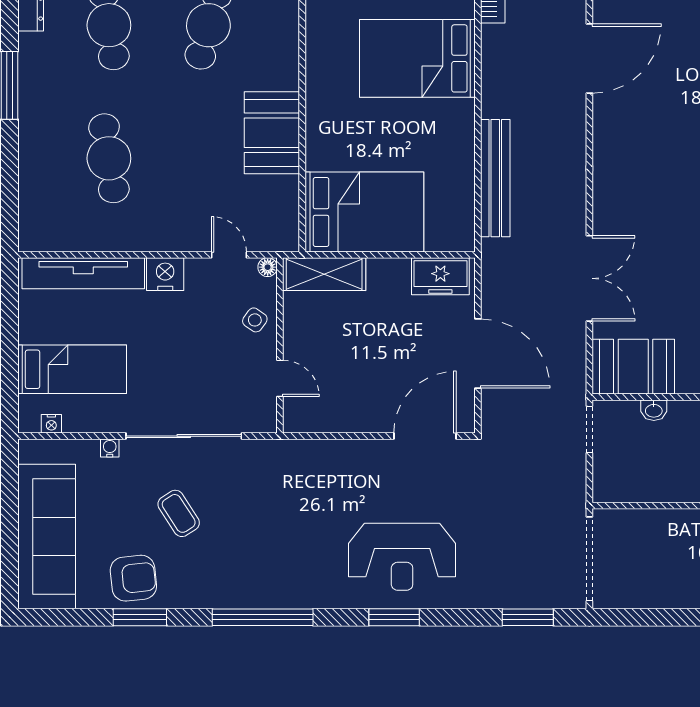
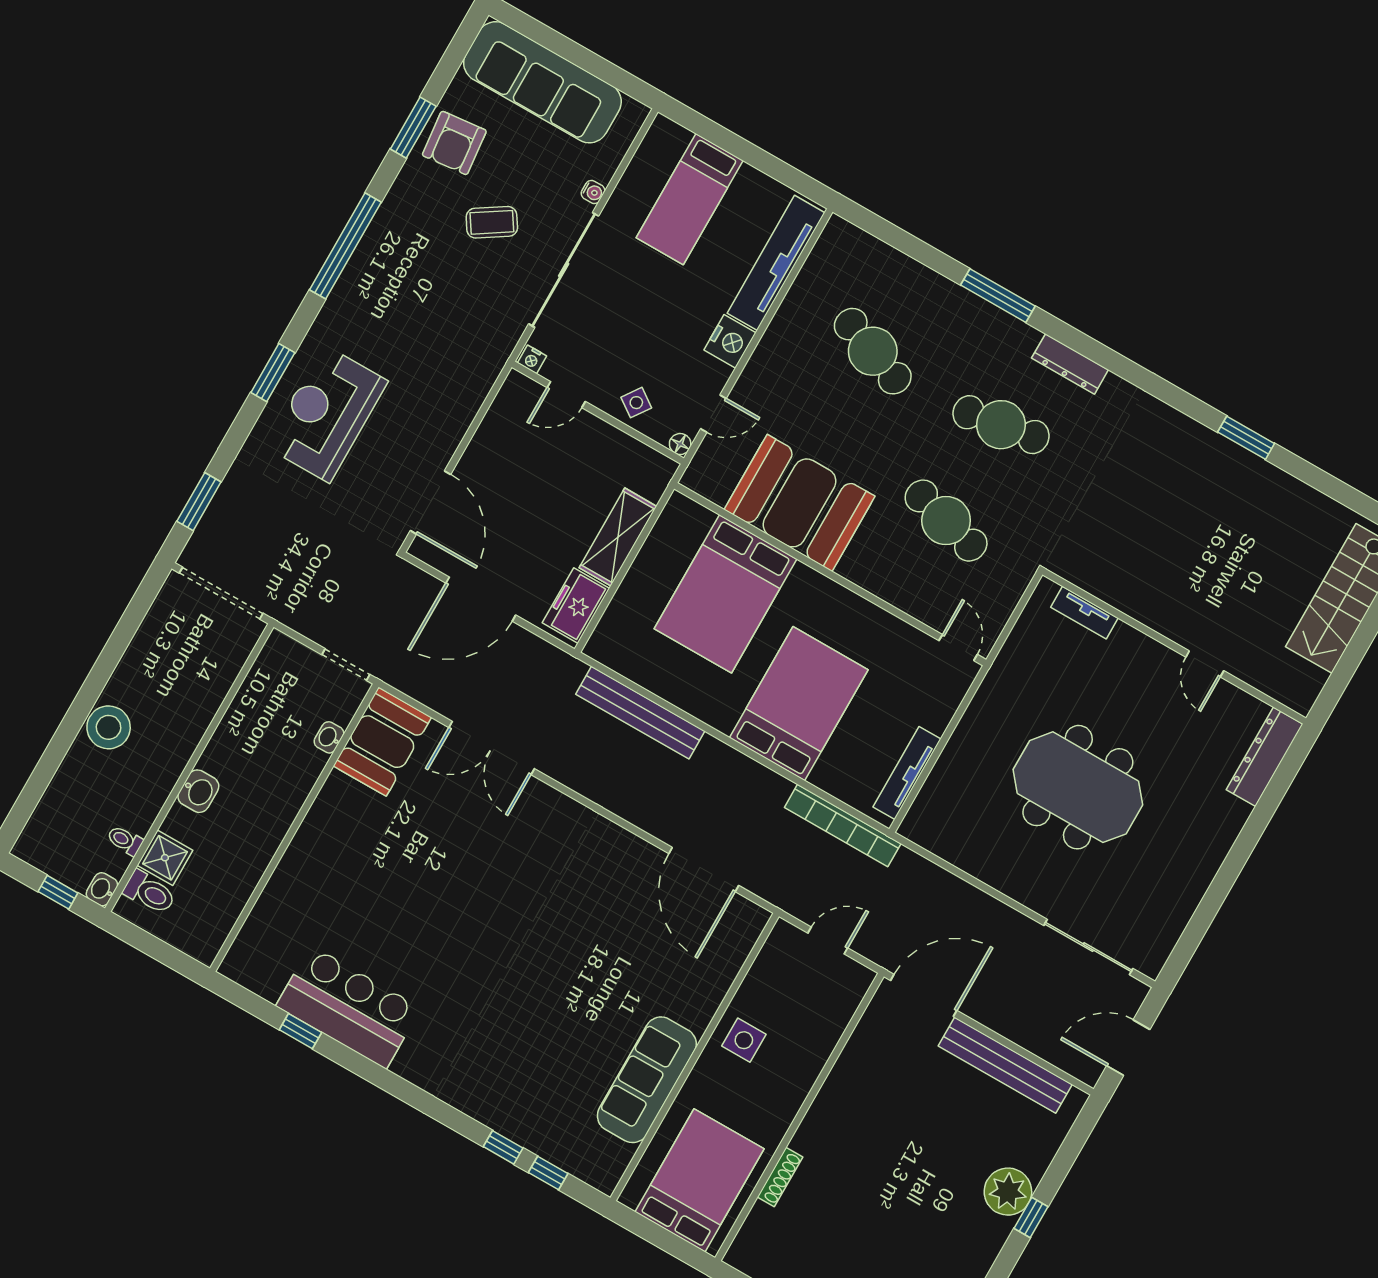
booth: (272, 133) -> (800, 503), width x1.36, depth x1.42
cafe table: (109, 158) -> (873, 351), turned 30
bed: (364, 212) -> (725, 594), moved
shelving: (324, 274) -> (618, 537), moved
nightstand: (51, 424) -> (532, 359), moved, turned -90

